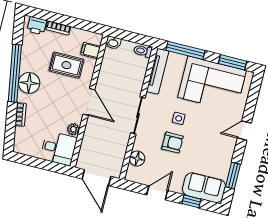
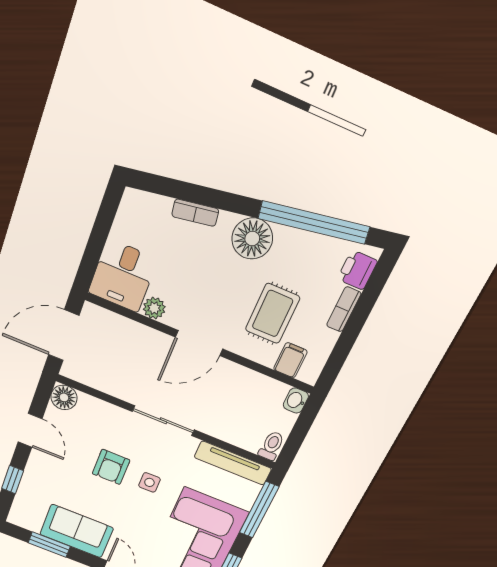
window: (15, 73) -> (314, 223), moved
floor lamp: (137, 158) -> (64, 397), moved
sofa: (204, 188) -> (77, 531), moved, turned -90

